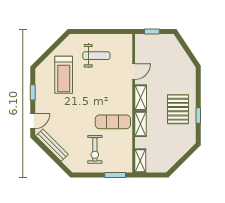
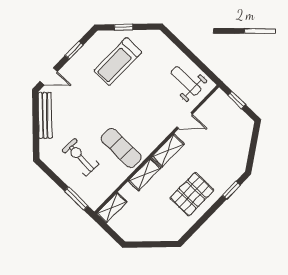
window: (48, 52) -> (124, 27), added
weight bench: (96, 56) -> (186, 81), moved, turned 180
window: (198, 116) -> (231, 190), moved
exercise bike: (95, 149) -> (80, 157), turned 93

